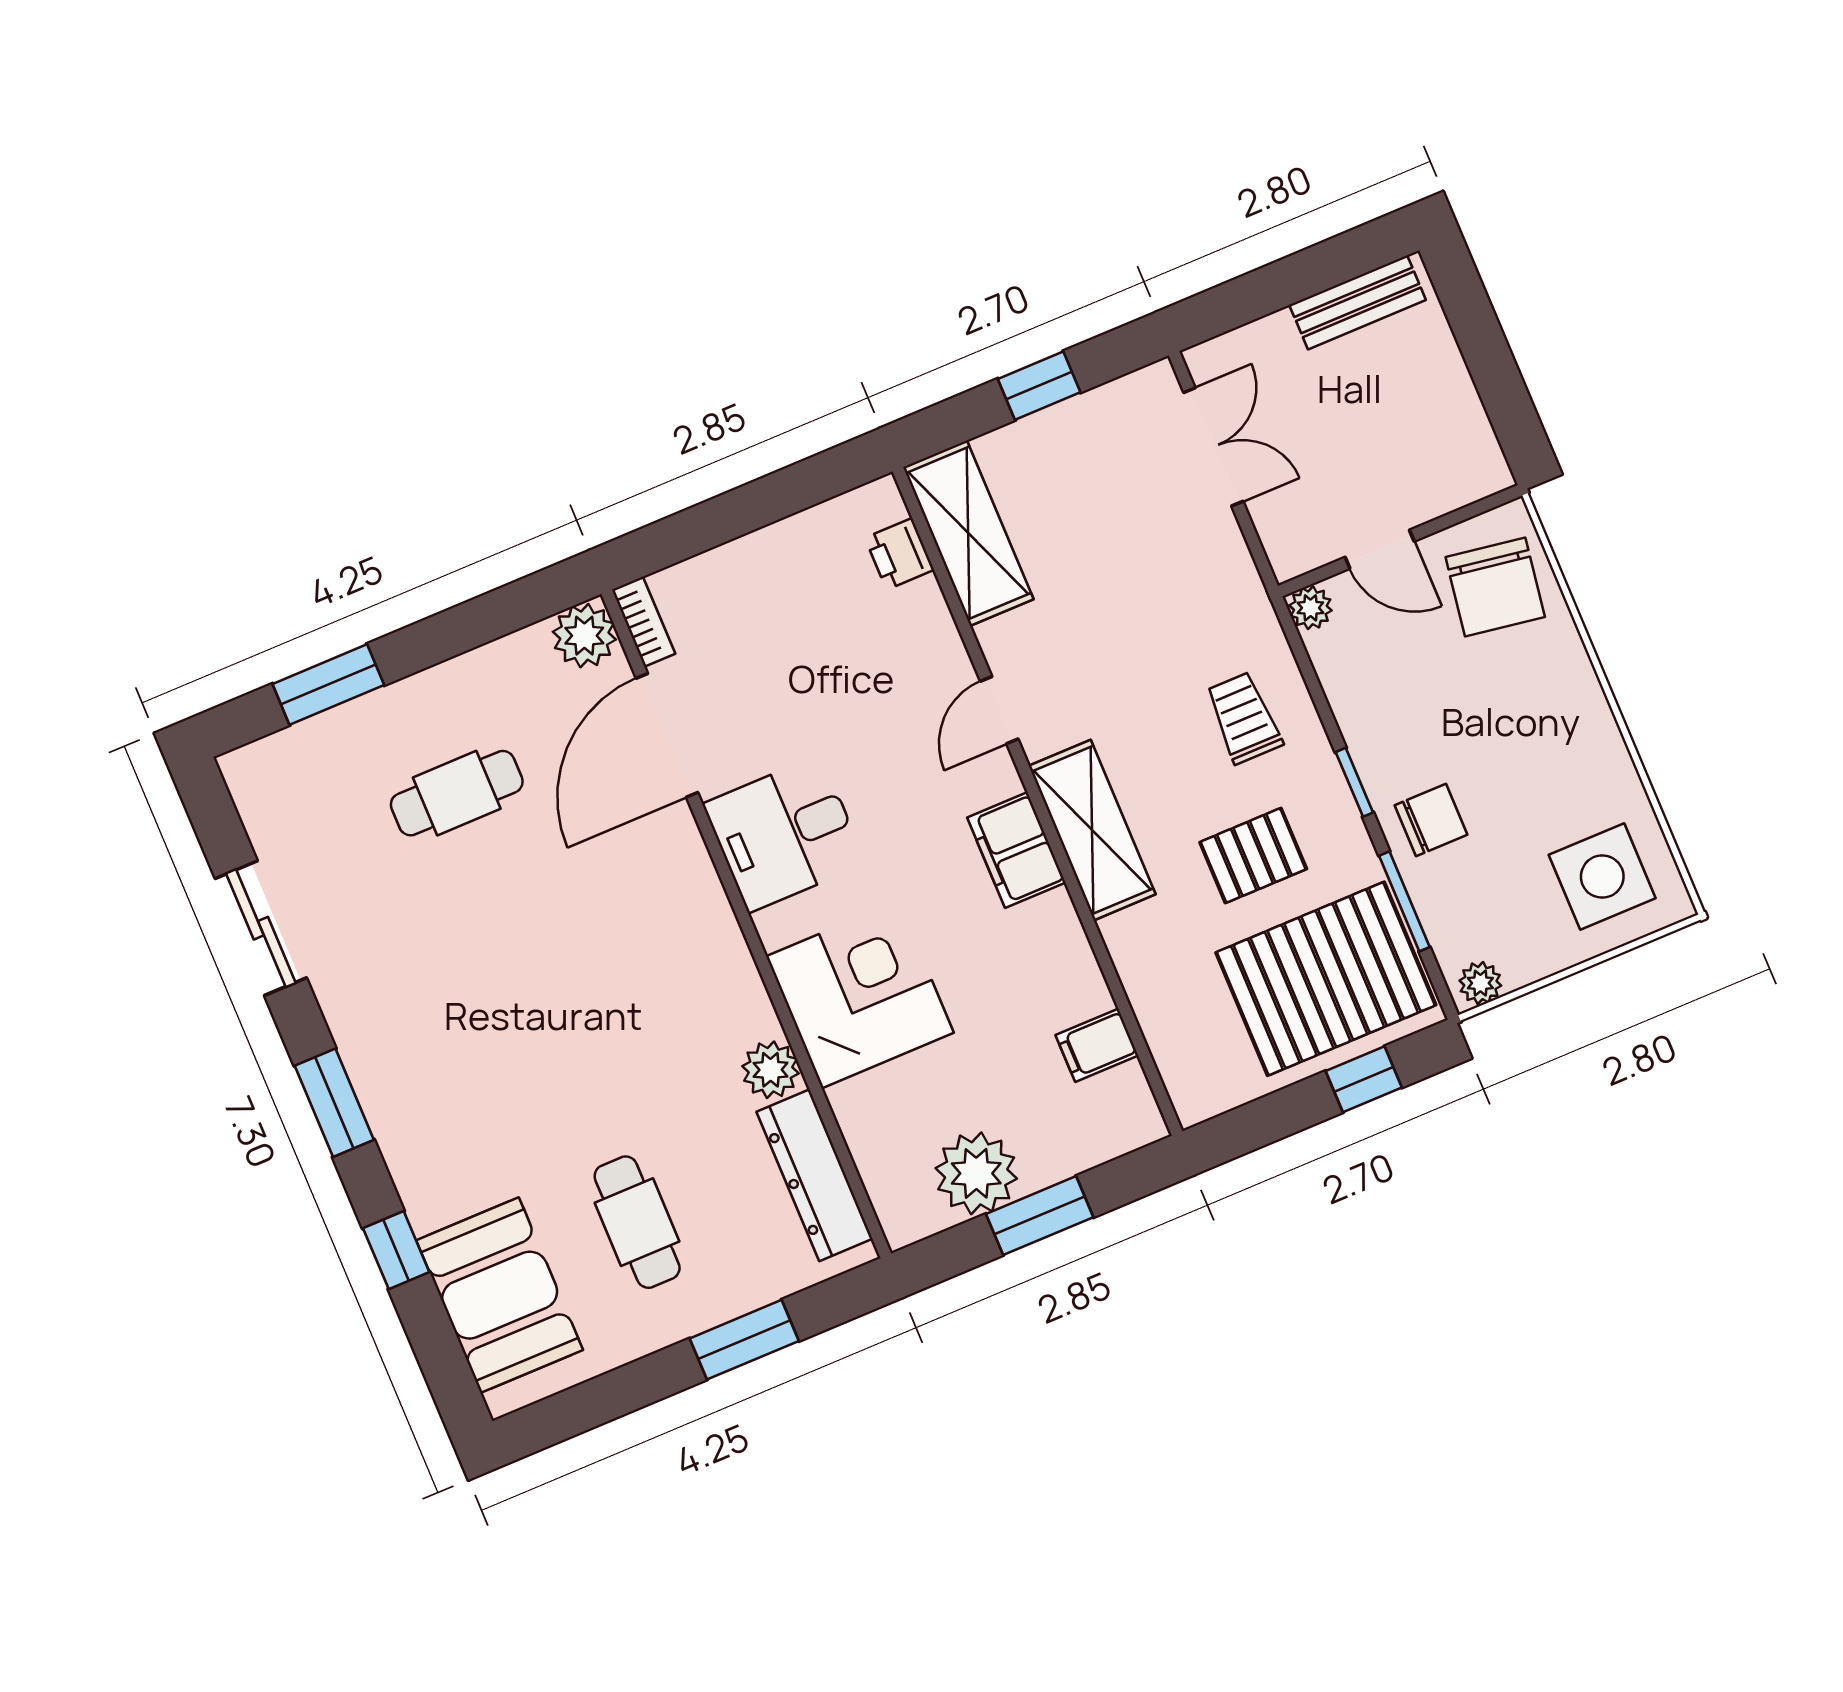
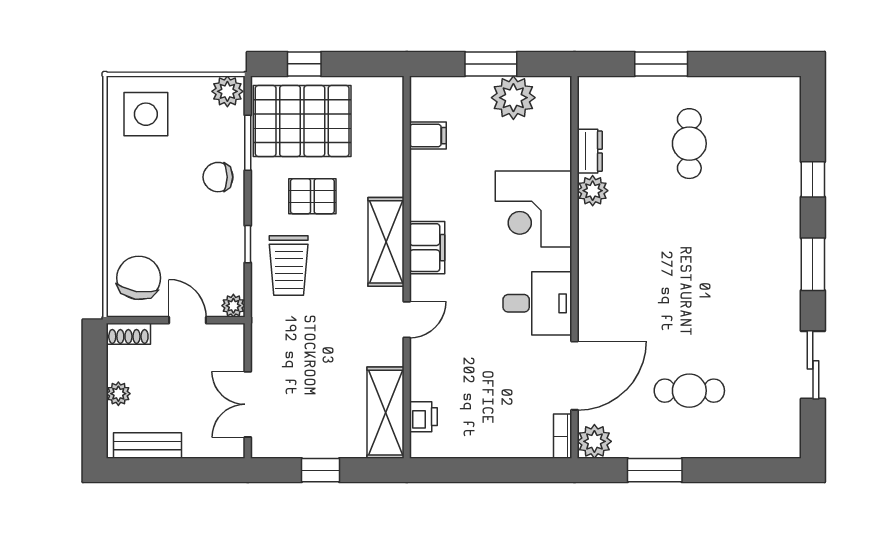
plant: (1446, 371) -> (118, 394), added
shoe rack: (1472, 483) -> (128, 334), added
window: (328, 684) -> (655, 470), moved
trolley: (1244, 718) -> (289, 266), width x1.36, depth x1.39
window: (1354, 782) -> (248, 244), moved
plant: (1480, 983) -> (227, 91), width x1.38, depth x1.38
dresser: (814, 1175) -> (590, 151), width x0.51, depth x0.80
booth: (500, 1295) -> (772, 136), removed

